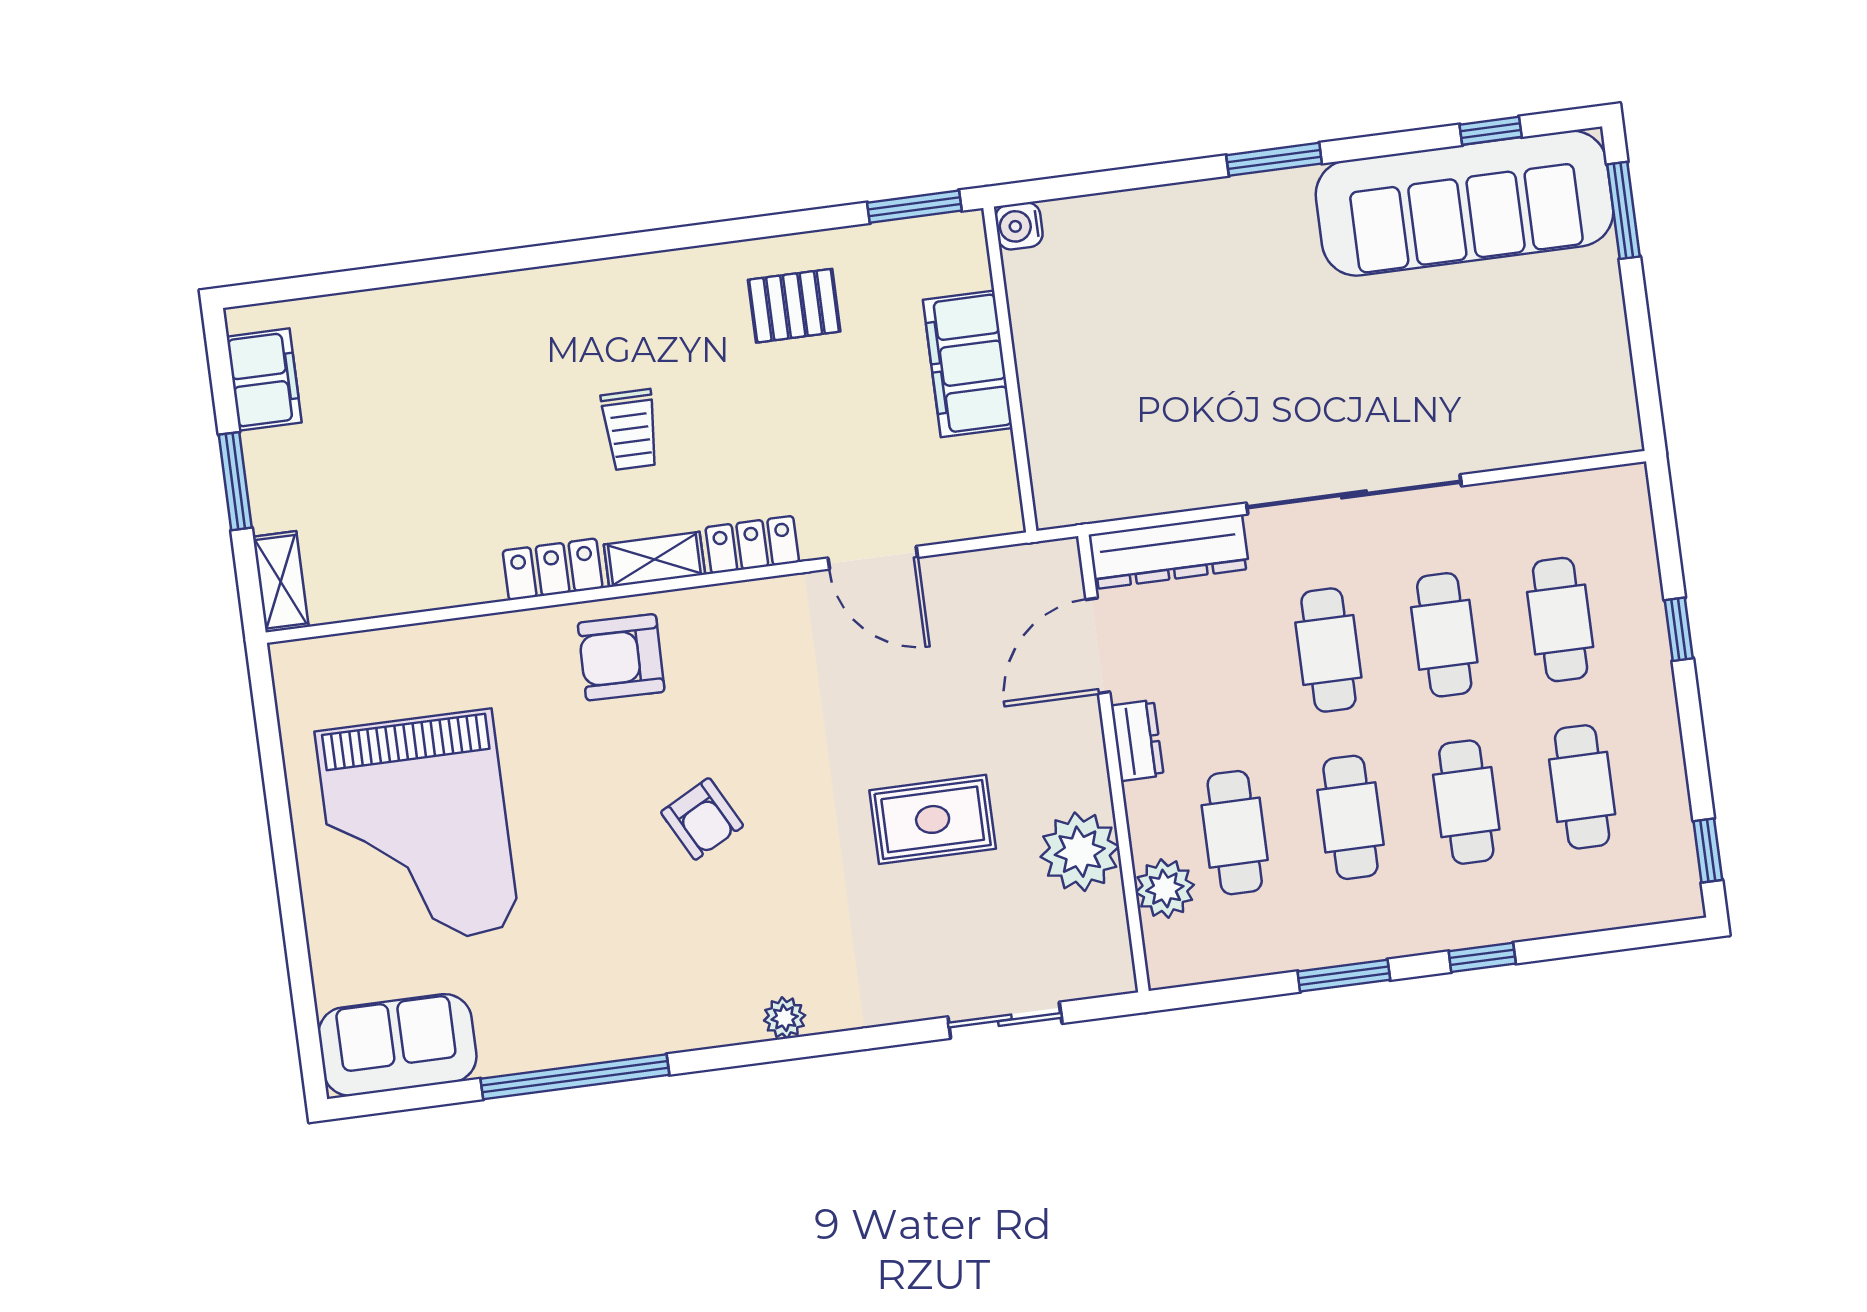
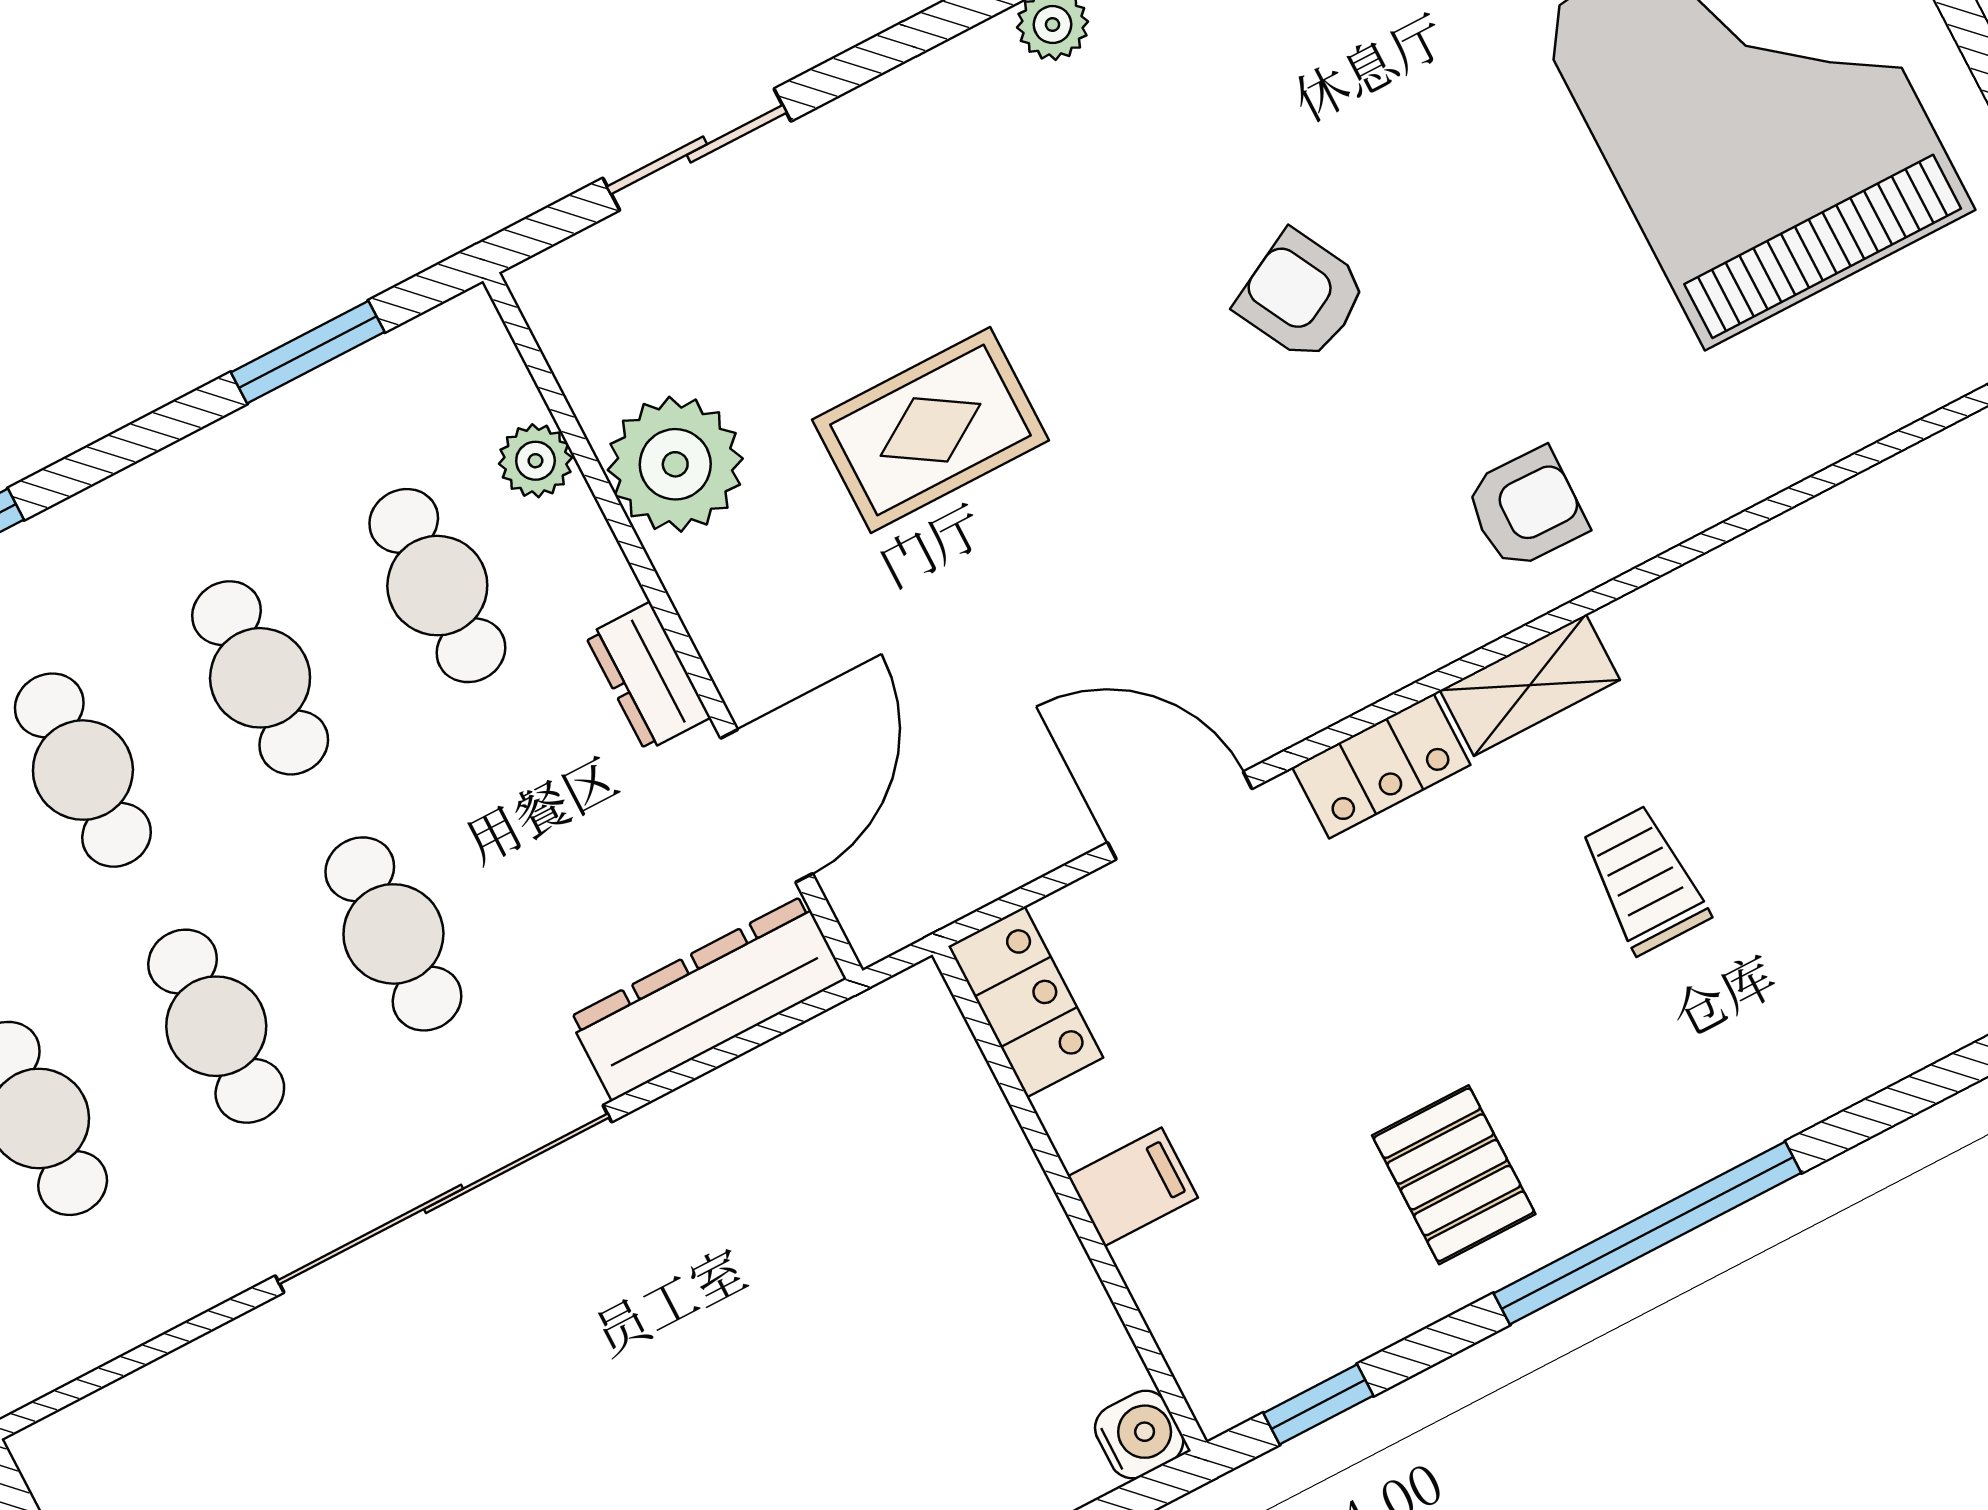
window: (914, 207) -> (1318, 1404), width x0.67
window: (699, 235) -> (1647, 1233), added
pallet: (794, 306) -> (1454, 1175), turned 90
filing cabinet: (968, 364) -> (1133, 1187), width x0.33, depth x0.86
locker: (553, 569) -> (1026, 1002), moved, turned -90
armchair: (621, 657) -> (1526, 508), width x0.72, depth x0.72
plant: (1165, 889) -> (535, 461), width x0.73, depth x0.73
window: (1344, 976) -> (308, 352), moved

